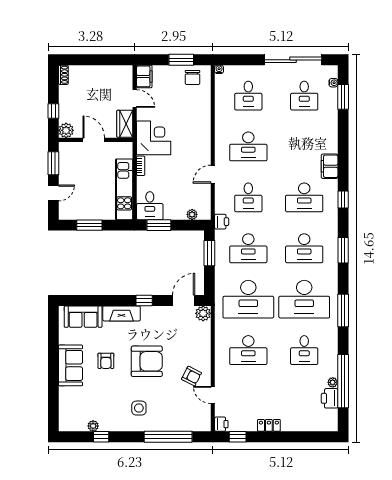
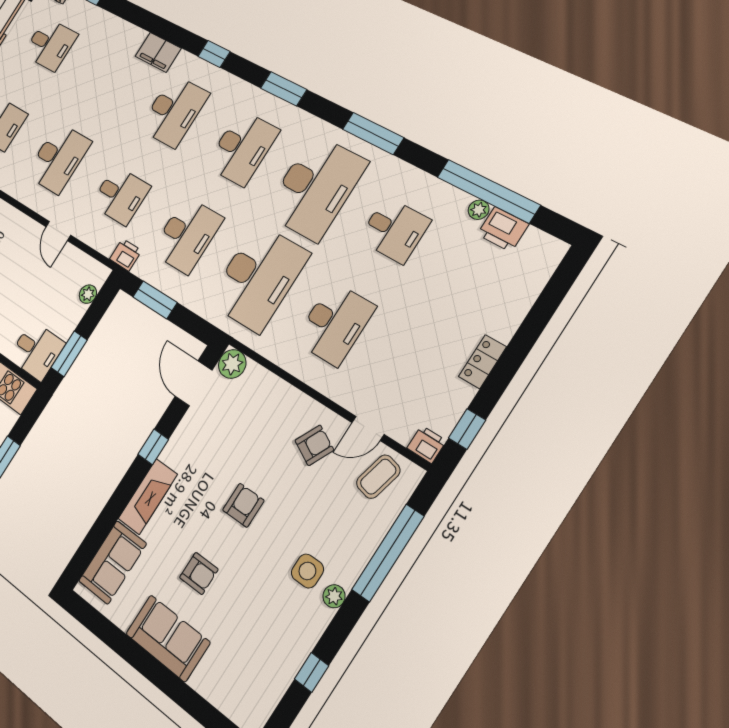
armchair: (147, 361) -> (243, 505), width x0.53, depth x0.53
coffee table: (196, 413) -> (378, 477), added
plant: (93, 426) -> (334, 596), moved

